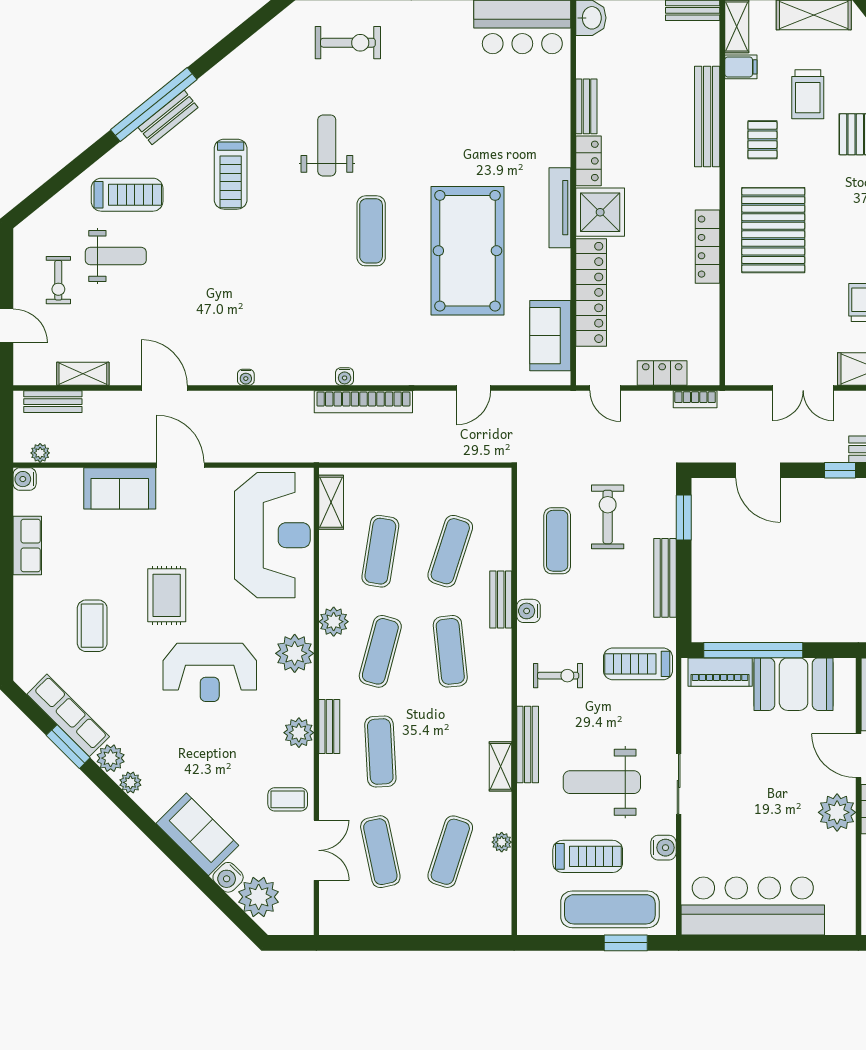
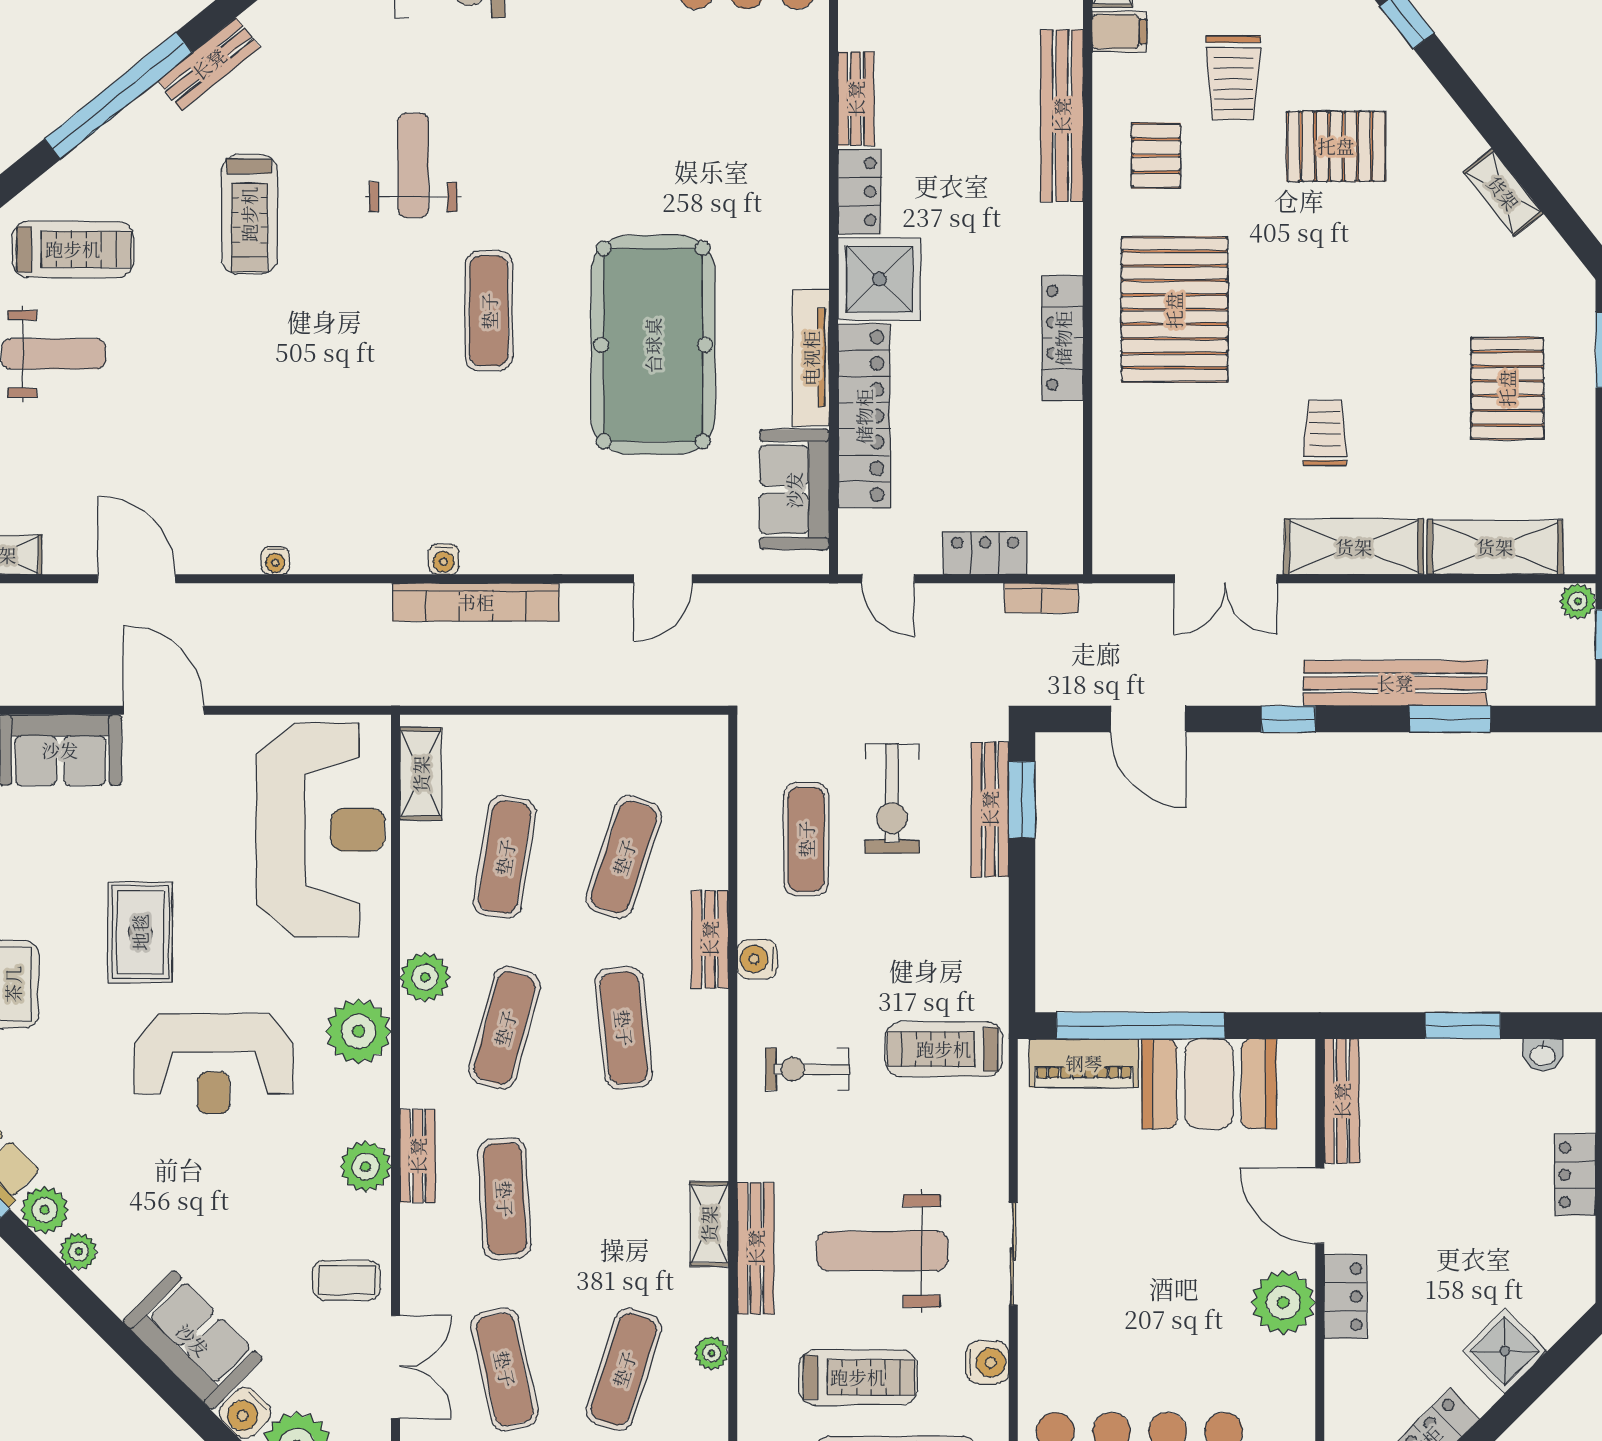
bench: (168, 117) -> (209, 64), moved
tv unit: (560, 208) -> (811, 358), moved
exercise bike: (608, 517) -> (892, 799), turned 180
bench: (665, 578) -> (990, 809), moved
exercise bike: (558, 676) -> (808, 1069), turned 180
bench: (528, 744) -> (756, 1248), moved

